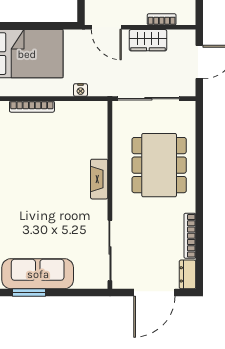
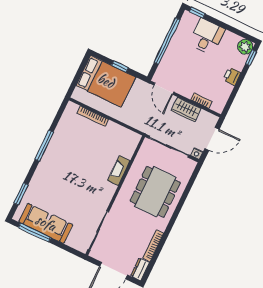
window: (36, 26) -> (120, 66), added
nightstand: (81, 90) -> (197, 153), moved
fireplace: (99, 179) -> (119, 171), moved
window: (29, 293) -> (35, 233), width x1.44

